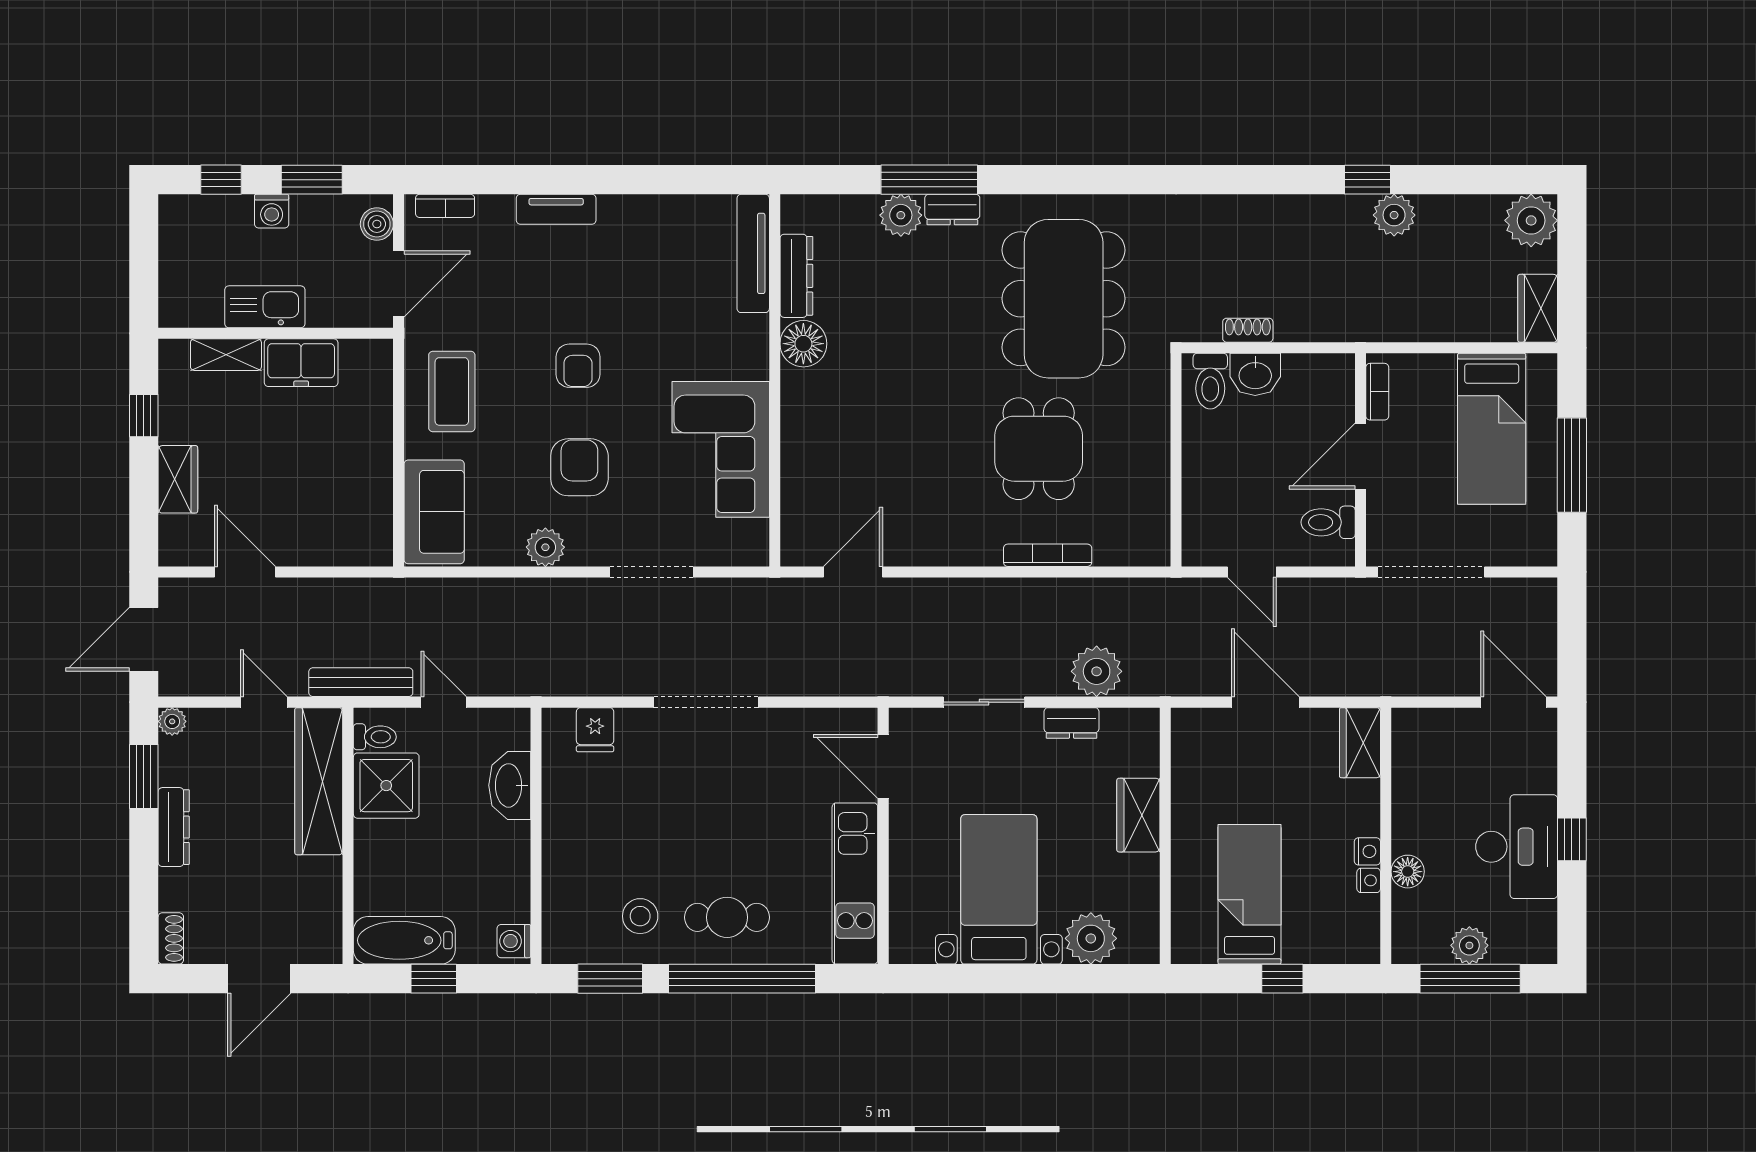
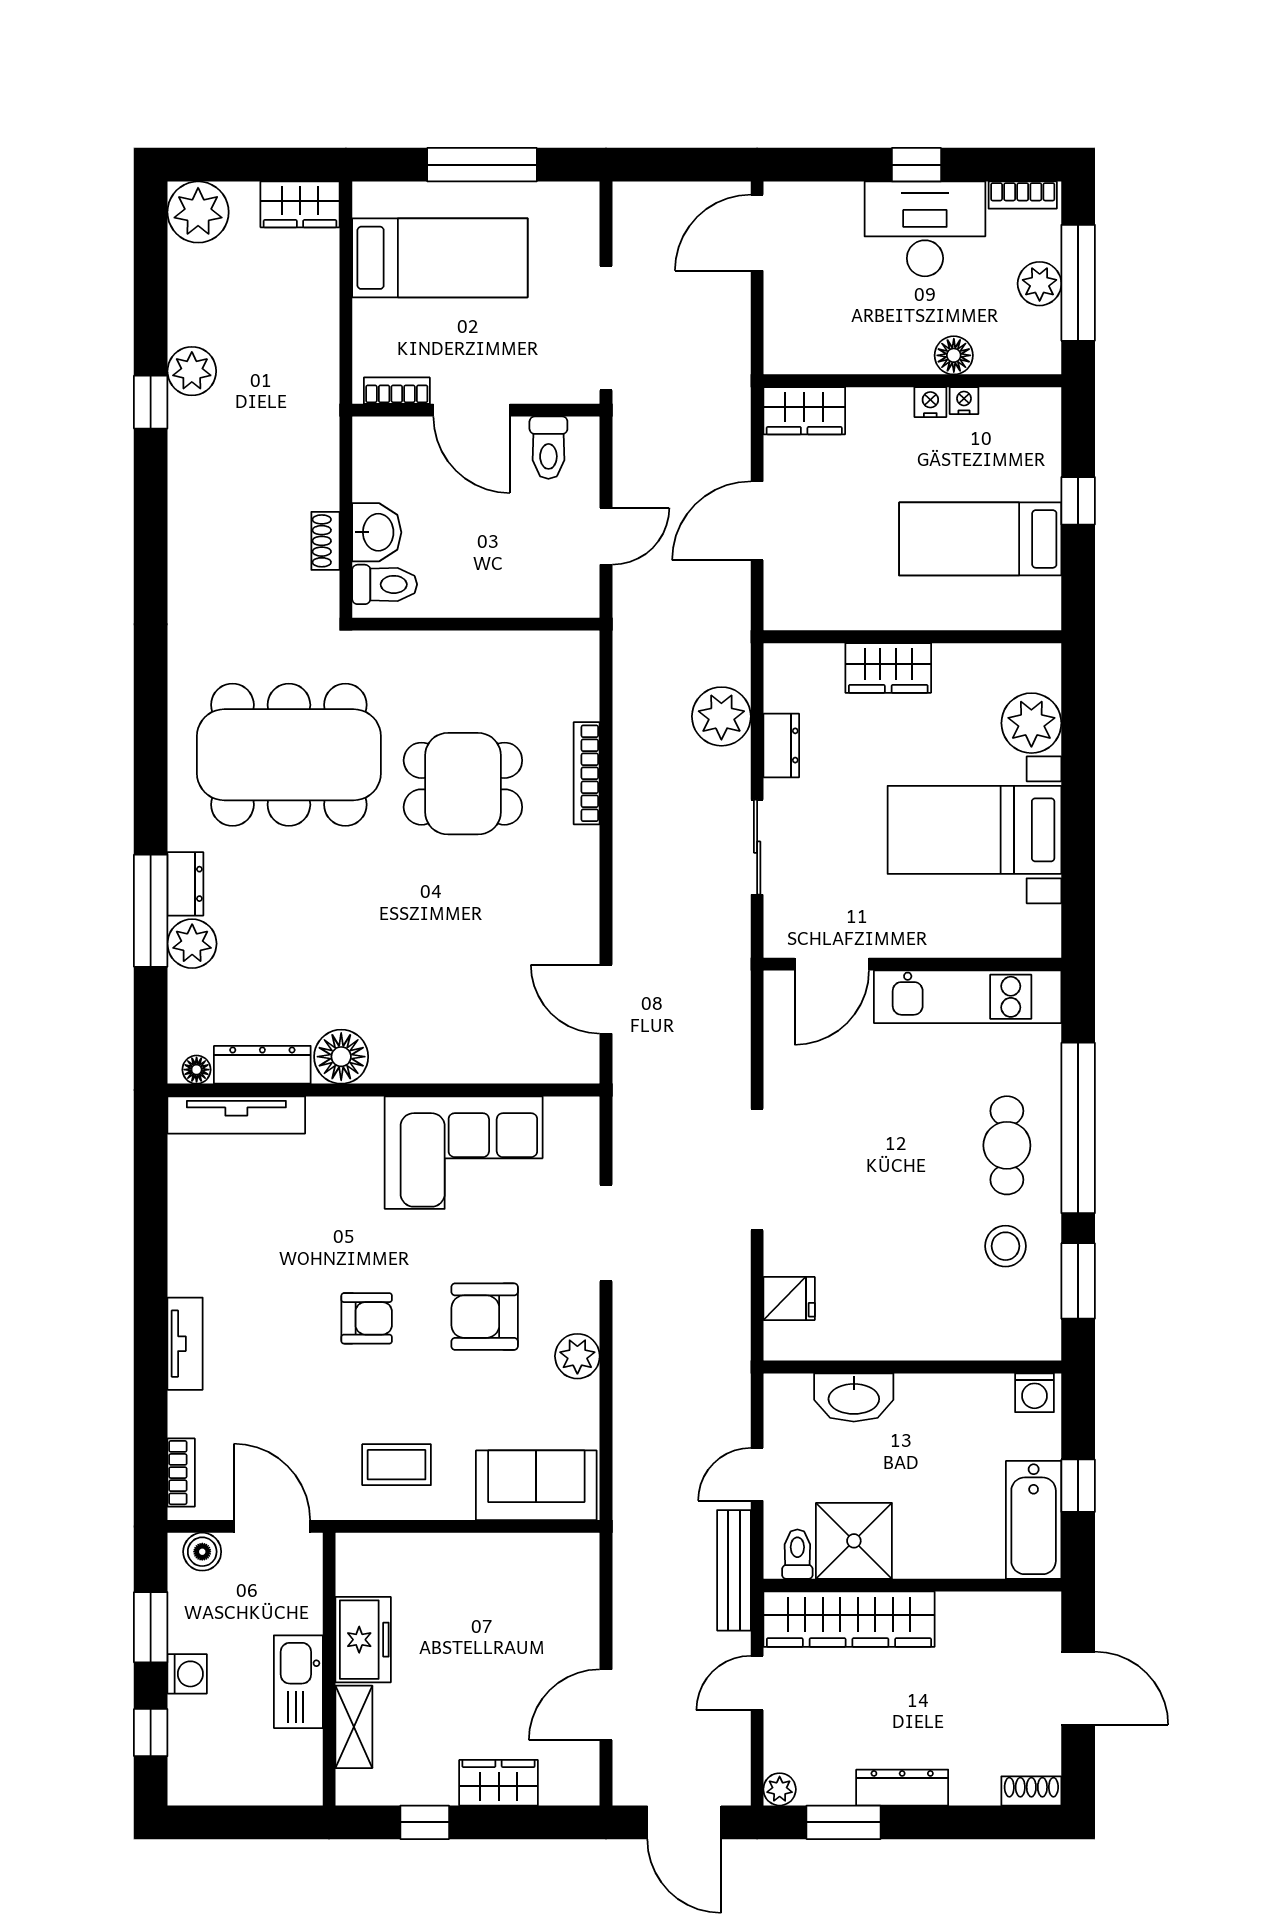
floor lamp: (792, 219) -> (197, 1070), added
coffee table: (452, 391) -> (397, 1465), width x0.73, depth x0.77
bookcase: (1546, 931) -> (1023, 195), added

